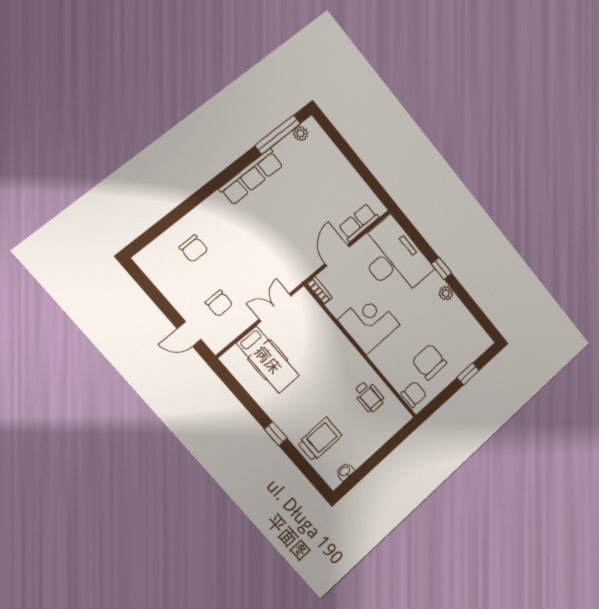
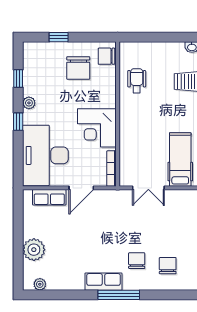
window: (278, 135) -> (119, 295), moved
plant: (333, 162) -> (34, 250), added
row of seats: (251, 177) -> (103, 282), width x0.68
bookcase: (320, 291) -> (112, 169), width x1.56
chair: (219, 303) -> (137, 261), moved
window: (472, 307) -> (18, 79), added

